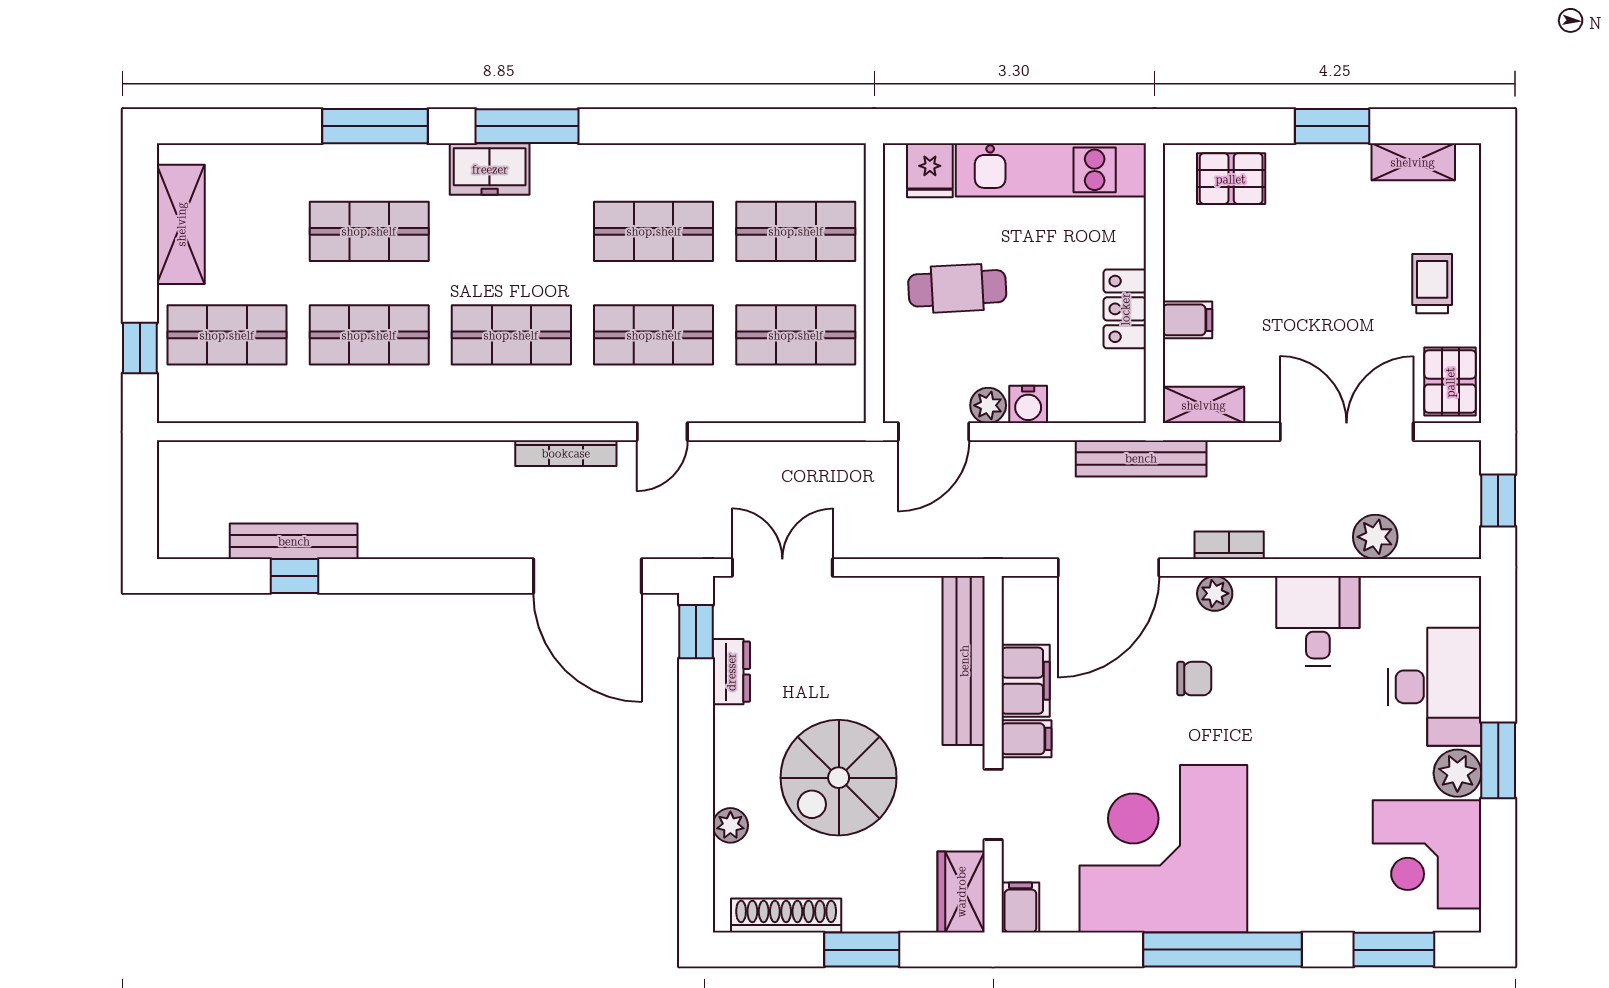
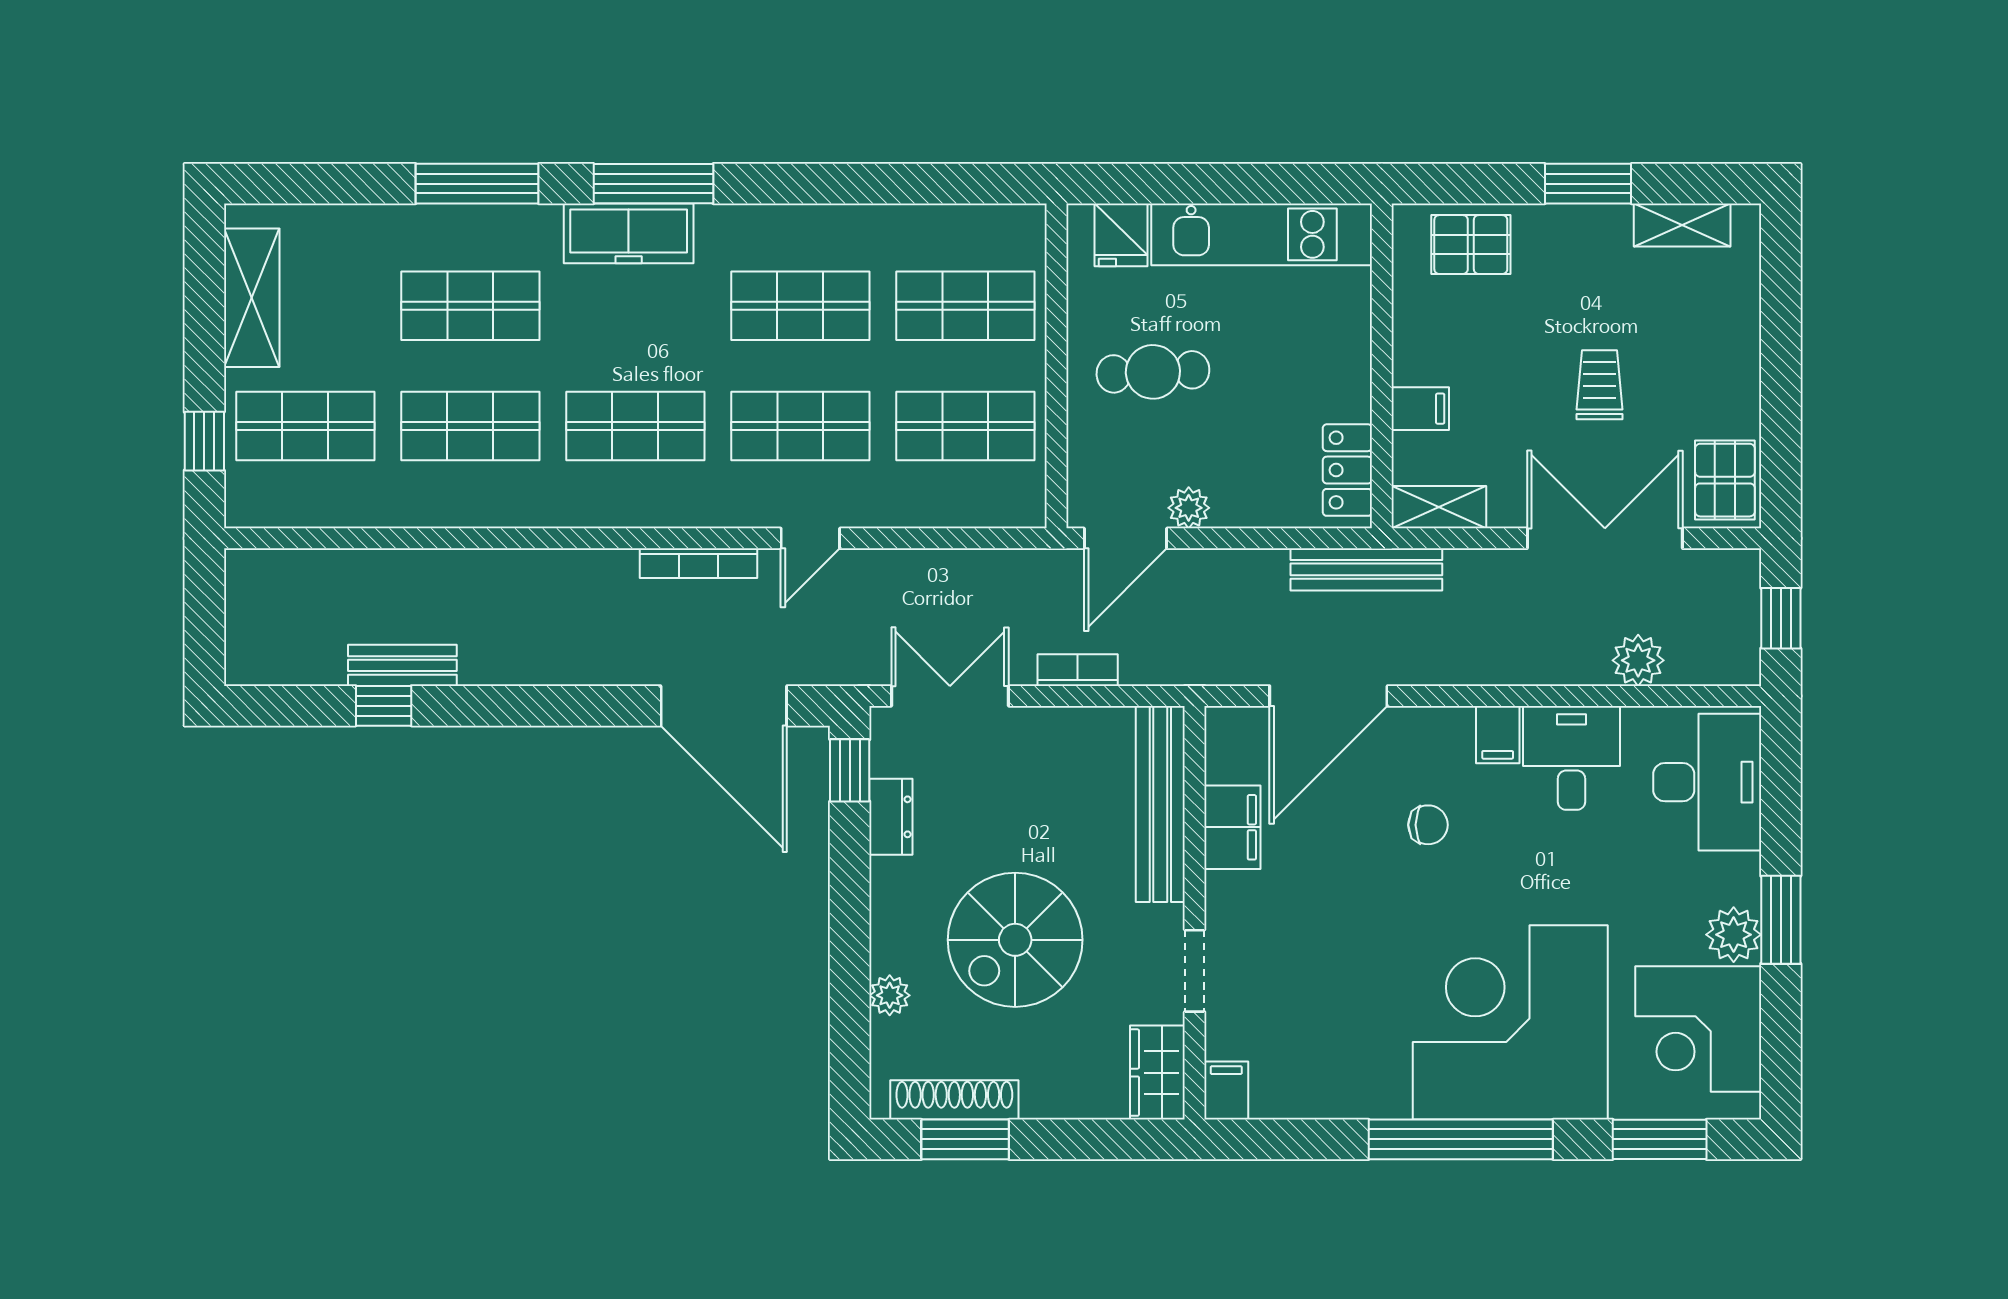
freezer: (490, 169) -> (629, 233), width x1.40
trolley: (1432, 284) -> (1599, 385), moved
locker: (1125, 309) -> (1347, 470), moved
water cooler: (1028, 404) -> (1235, 507), removed
bench: (294, 541) -> (402, 665), width x0.73
bookcase: (1229, 545) -> (1078, 670), moved
plant: (1215, 593) -> (1452, 726), removed
desk: (1435, 687) -> (1707, 782), moved
filing cabinet: (1026, 739) -> (1498, 735), moved, turned 90
corner desk: (1163, 849) -> (1510, 1022), moved
window: (862, 950) -> (965, 1139), moved

